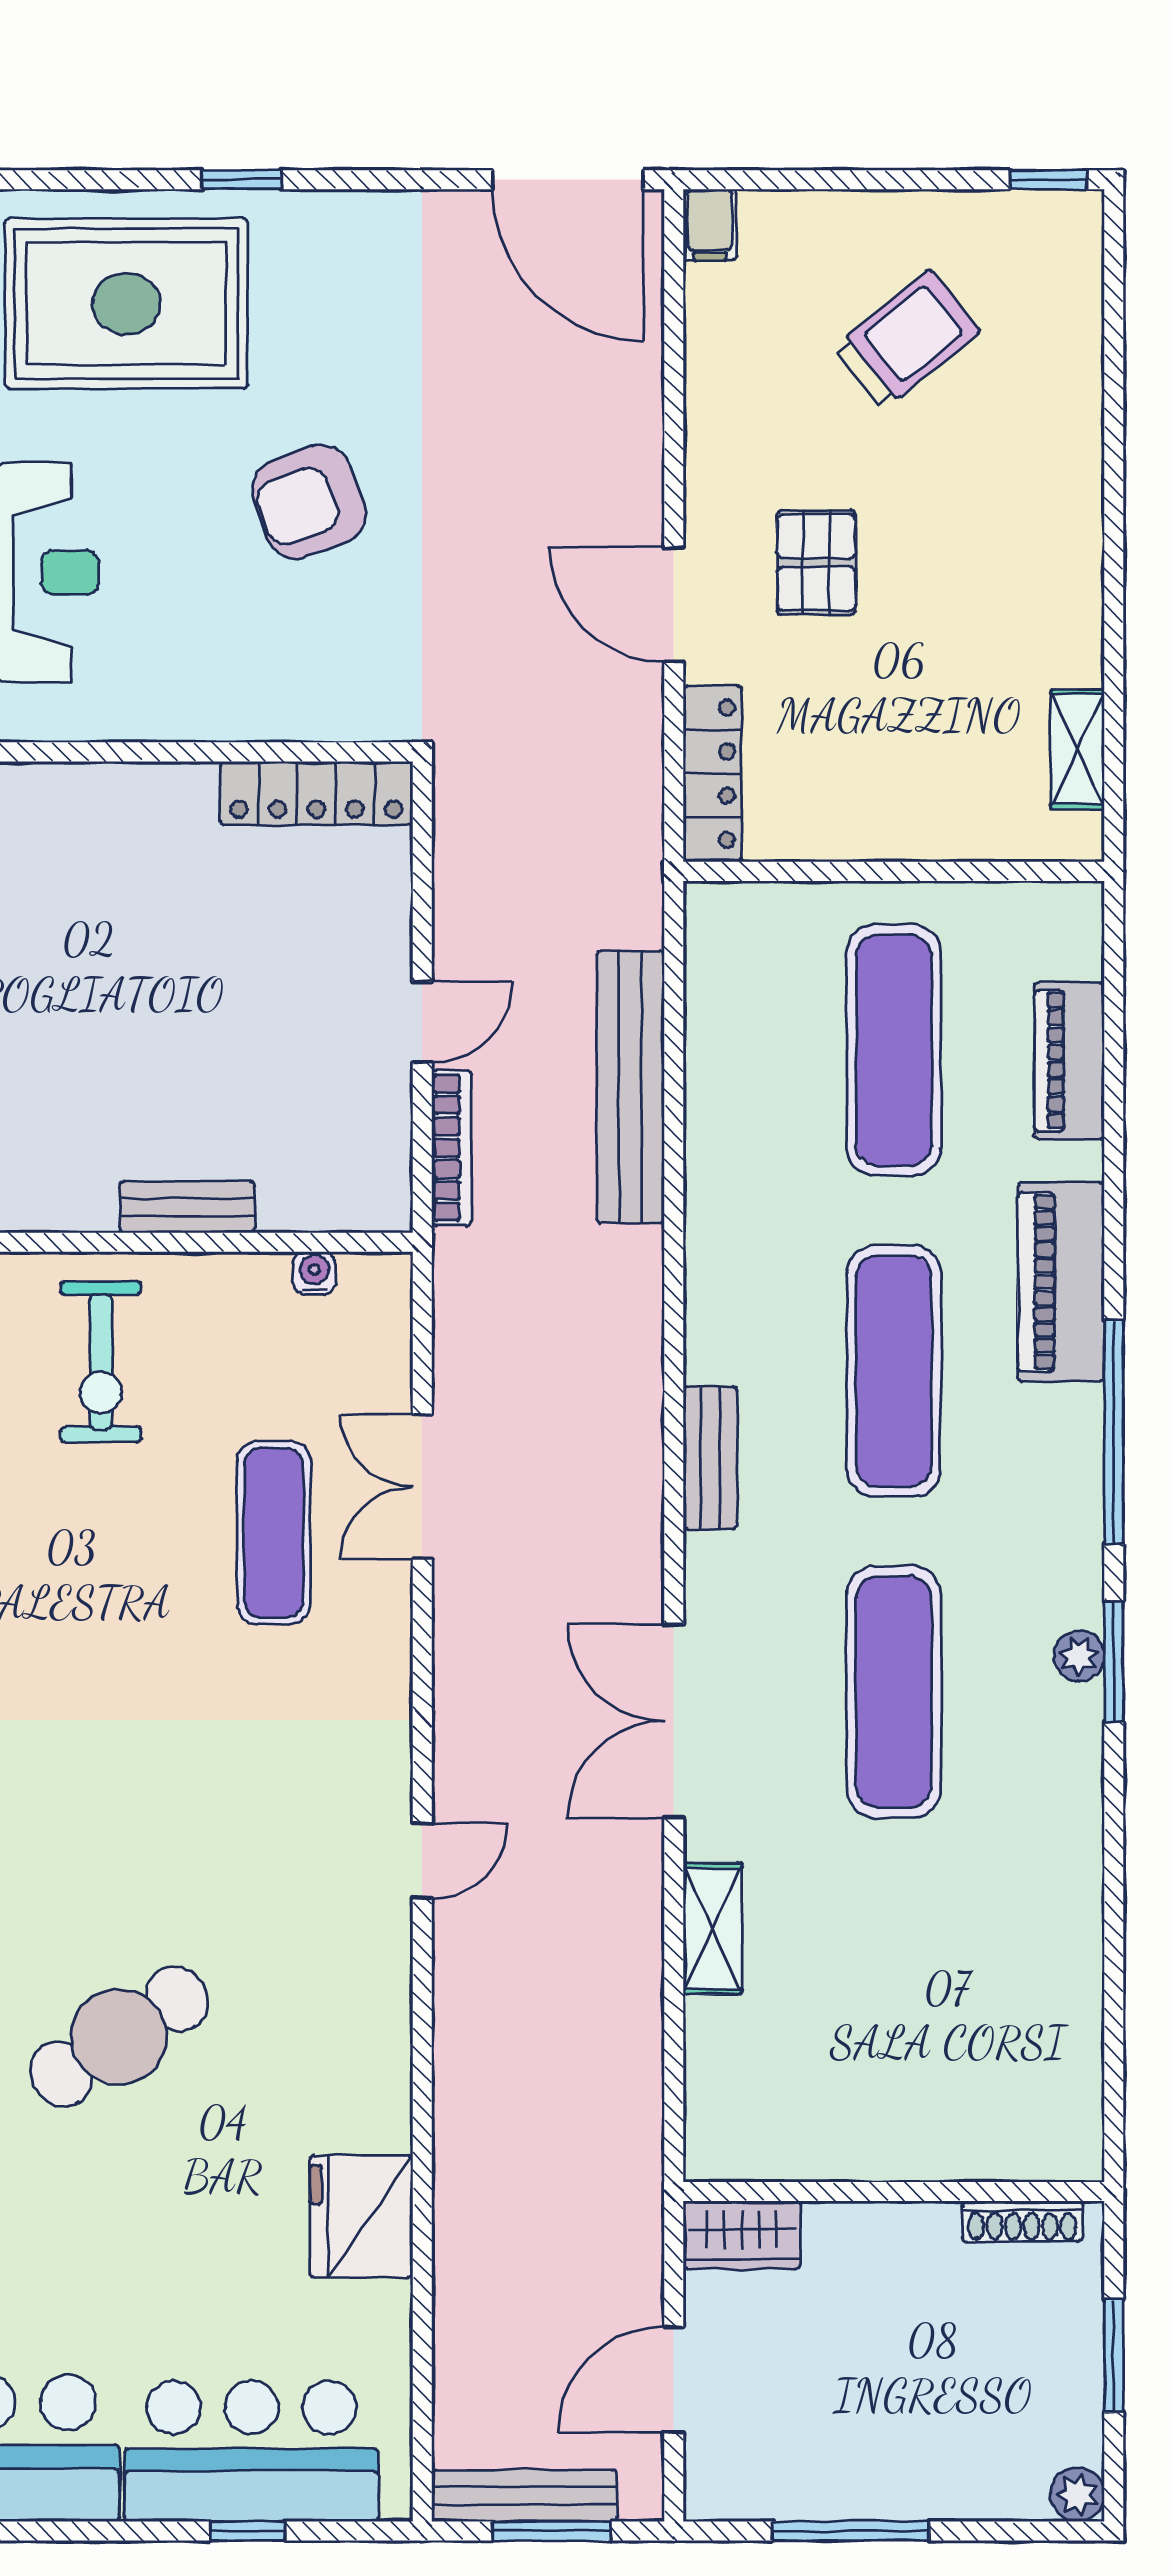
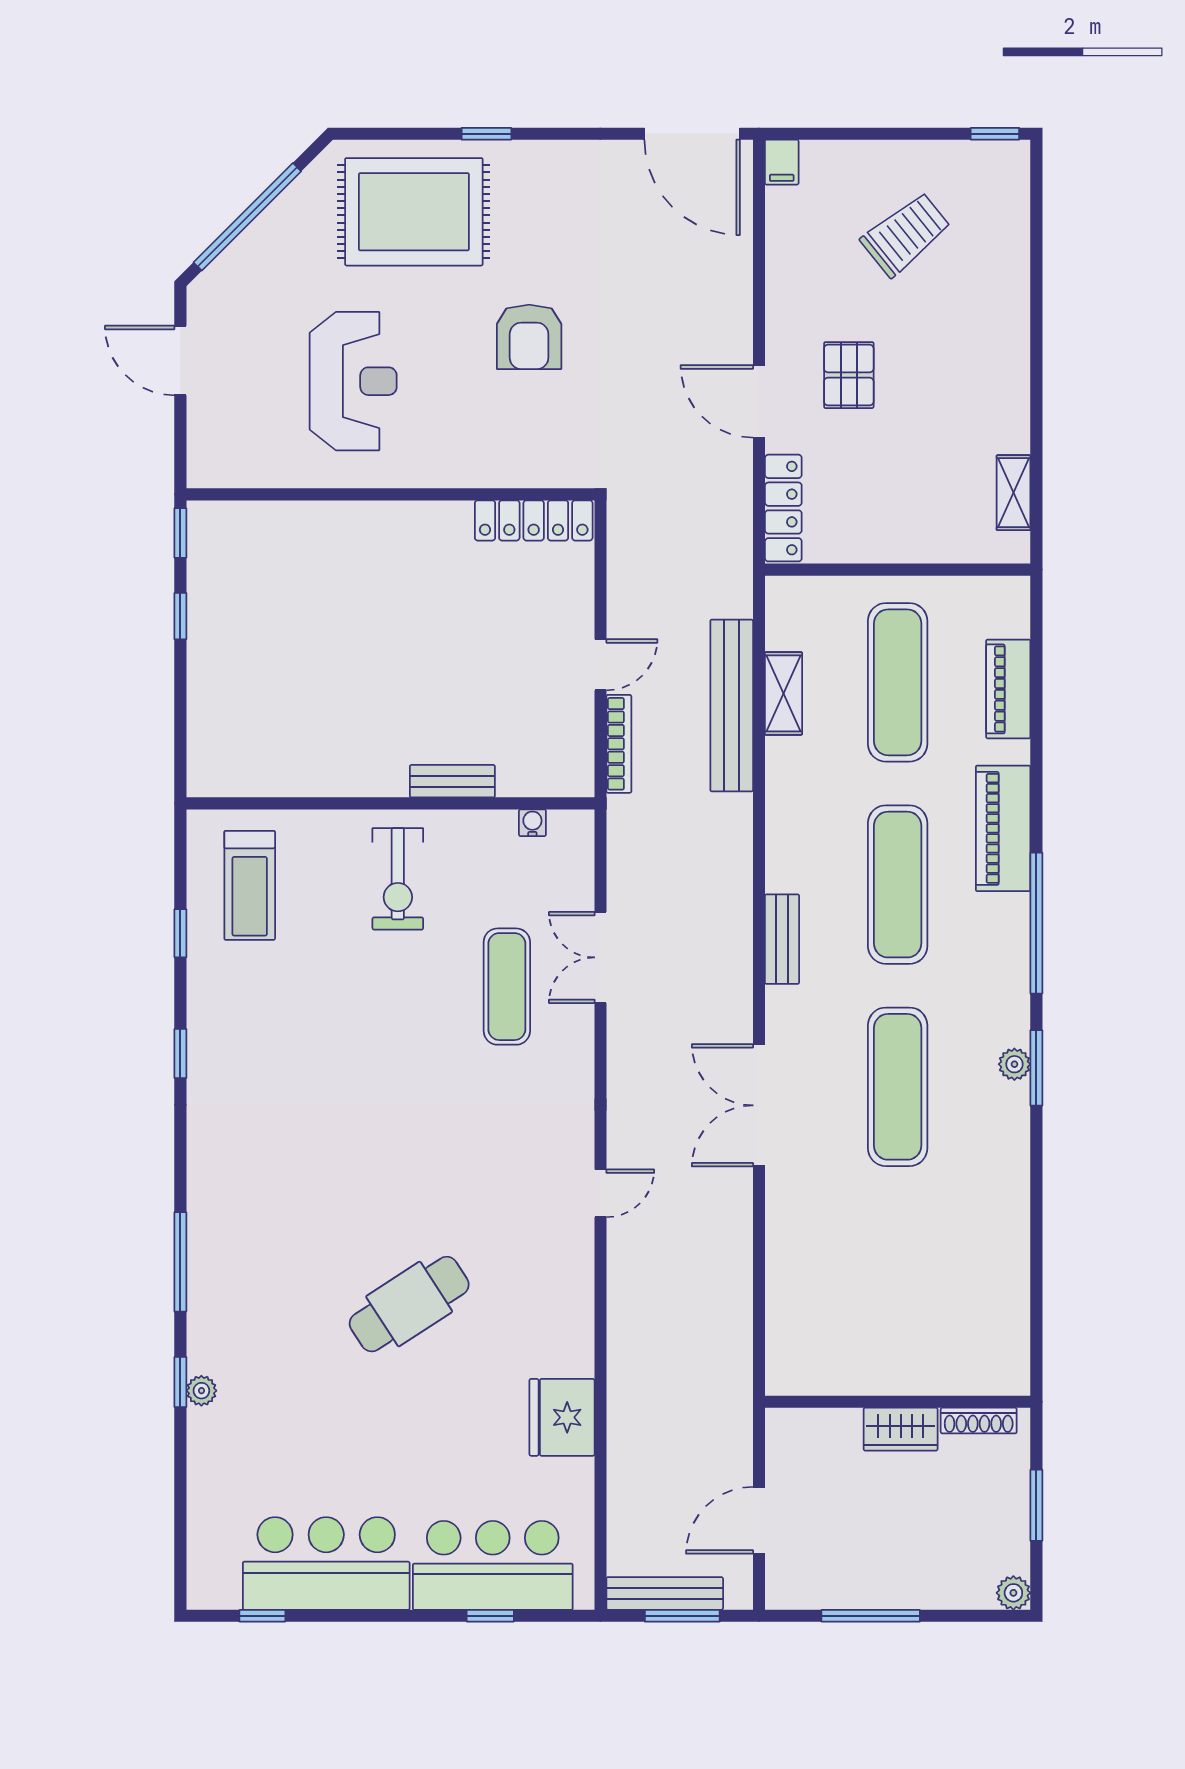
armchair: (309, 502) -> (529, 337), turned -70
shelving: (713, 1928) -> (784, 693), moved
wardrobe: (742, 2235) -> (901, 1429), moved

